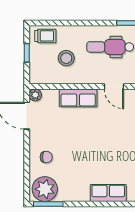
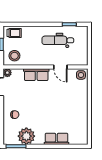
stool: (66, 58) -> (14, 56), moved
plant: (45, 189) -> (26, 136), moved

